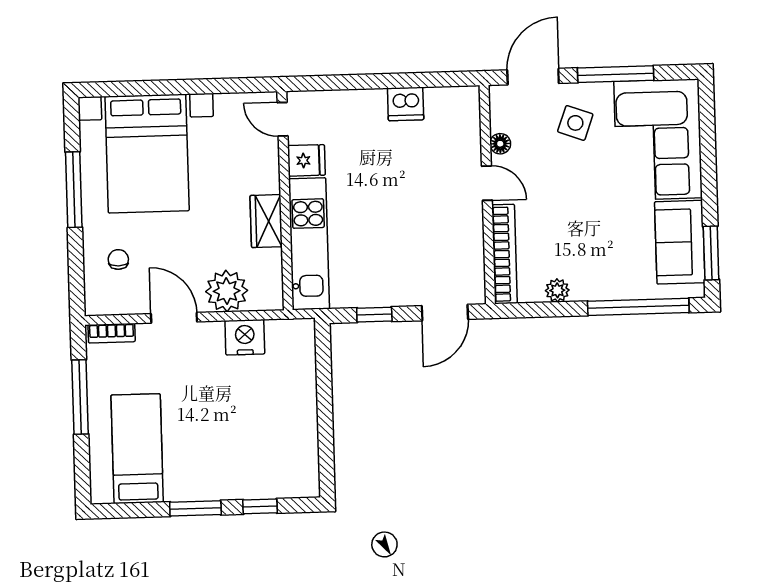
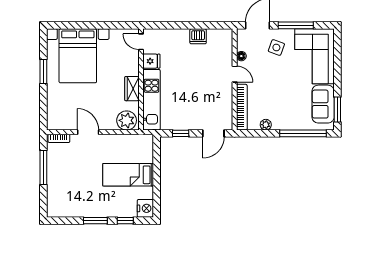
window: (74, 190) -> (43, 71), width x0.69
chair: (118, 259) -> (63, 104), removed
plant: (227, 291) -> (127, 120), moved
nightstand: (245, 337) -> (145, 208), moved, turned 90
bed: (137, 449) -> (128, 175), moved, turned -90

